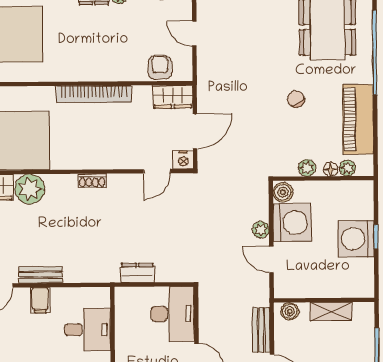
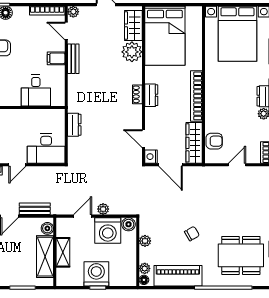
wardrobe: (173, 97) -> (194, 143), width x1.50
dresser: (93, 160) -> (151, 95), added
floor lamp: (331, 169) -> (144, 280), moved
shelving: (325, 288) -> (63, 252), added
shelving: (331, 311) -> (45, 257), width x1.50, depth x1.33

